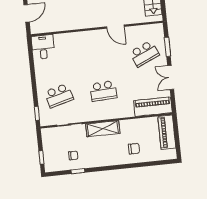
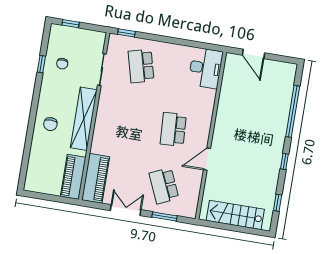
desk: (43, 47) -> (206, 68), width x1.37
school desk: (103, 91) -> (173, 129), moved
shelving: (103, 129) -> (84, 119), width x1.47
piano: (167, 132) -> (73, 177), moved, turned -90
chair: (134, 149) -> (50, 124), moved

